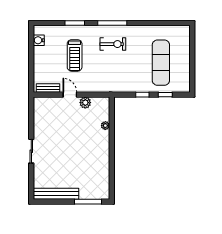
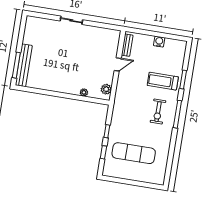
water cooler: (39, 40) -> (159, 42), moved
treadmill: (75, 55) -> (163, 81), moved
plant: (85, 103) -> (106, 89), moved
bench: (56, 194) -> (24, 65), moved

